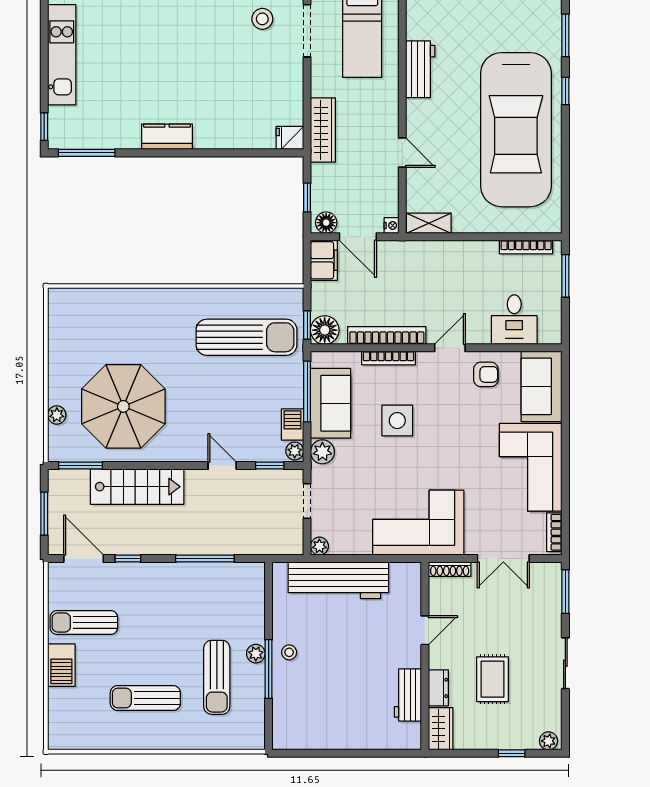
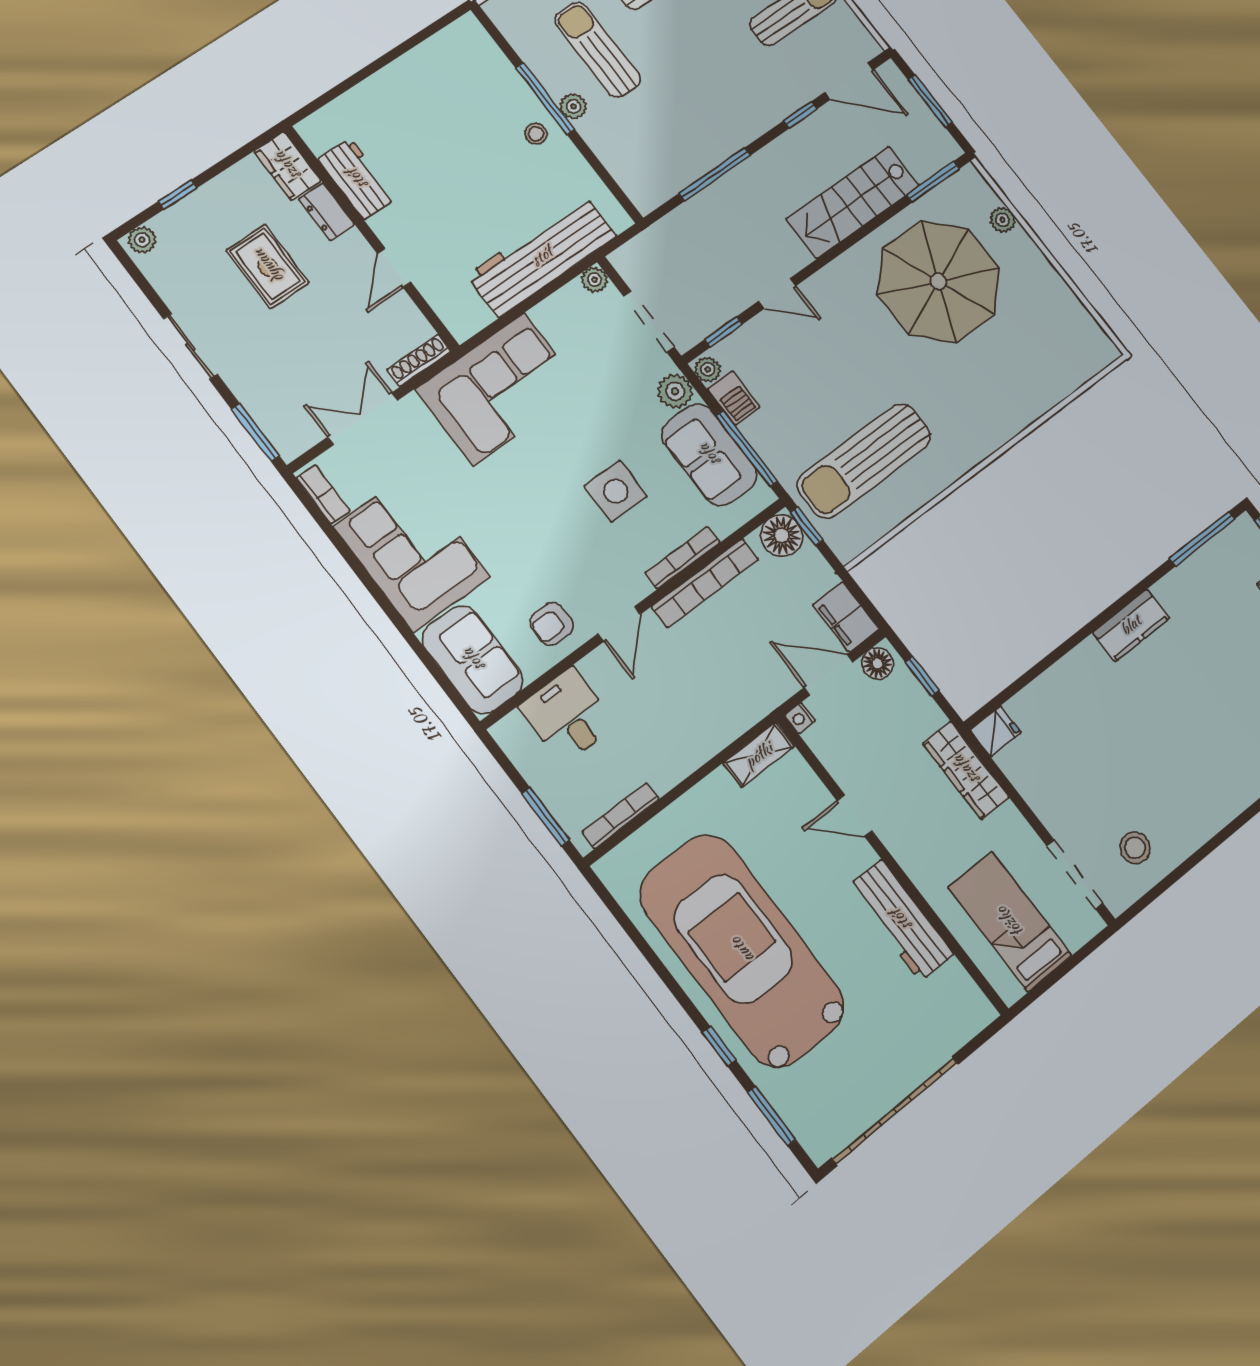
workbench: (420, 69) -> (901, 920), width x1.38
doorway: (307, 501) -> (649, 322), width x1.38

